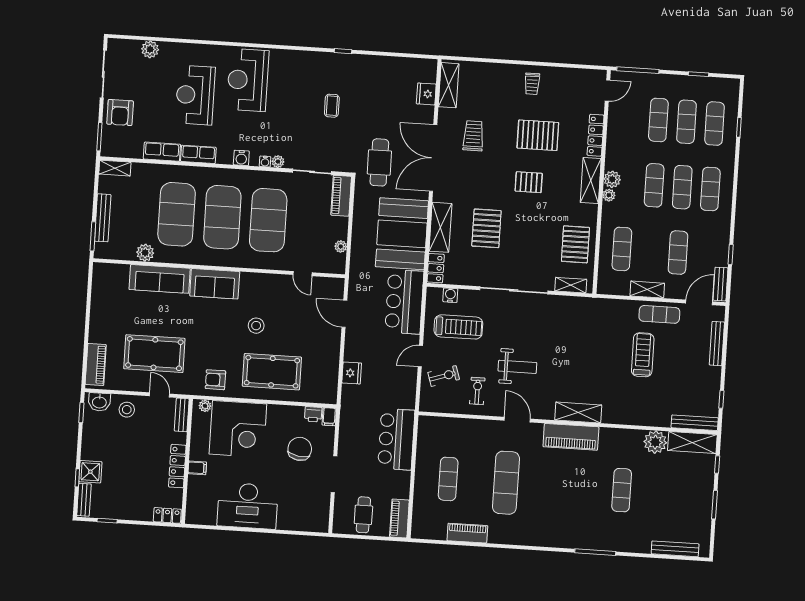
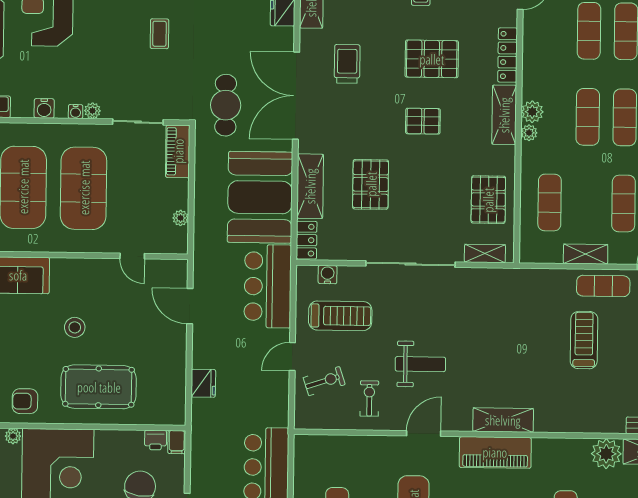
door: (517, 420) -> (424, 433), hinge flipped

